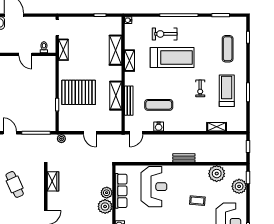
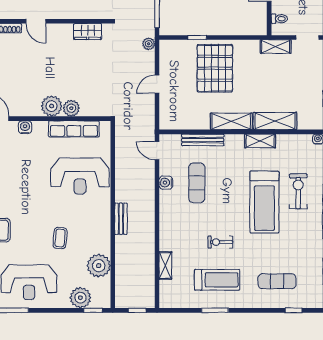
shelving: (116, 96) -> (231, 121), moved

